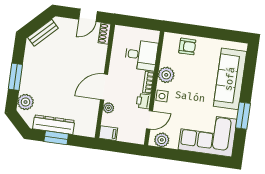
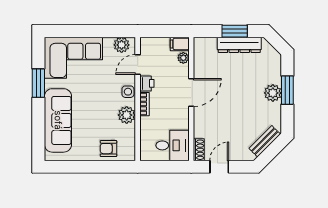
desk: (141, 55) -> (172, 145), moved, turned 180
plant: (26, 102) -> (273, 93), moved
plant: (108, 108) -> (183, 58), moved

